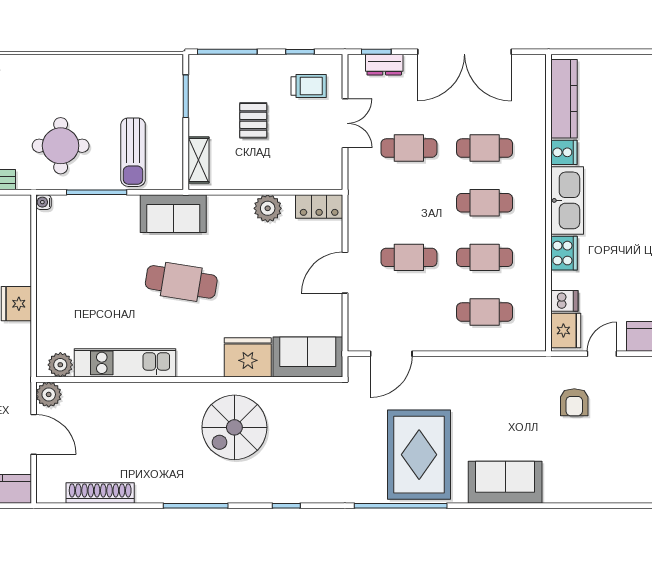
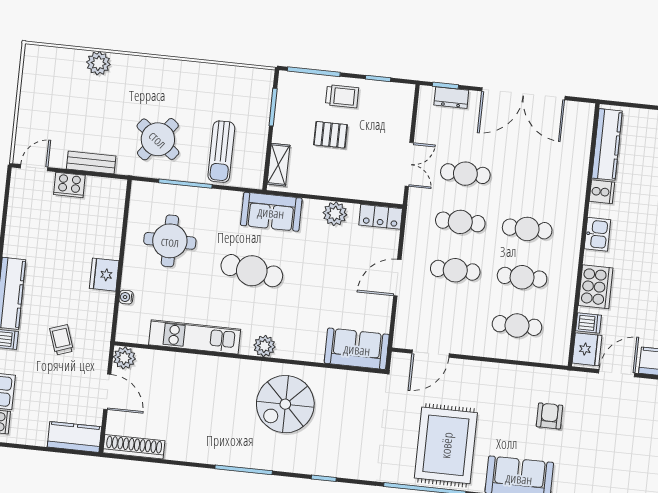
trolley: (309, 86) -> (342, 96), moved
pallet: (253, 120) -> (330, 135), turned 90
double door: (345, 123) -> (409, 164), moved
round table: (61, 146) -> (158, 139), turned 38
cafe table: (485, 148) -> (460, 222), moved
kitchen sink: (567, 200) -> (597, 234), width x0.53, depth x0.81
water cooler: (44, 202) -> (126, 297), moved
sofa: (173, 214) -> (271, 212), moved
cooker: (564, 253) -> (596, 287), width x1.37, depth x1.31
round table: (86, 258) -> (170, 241), added
door: (602, 354) -> (617, 373), width x1.38
fridge: (248, 357) -> (304, 344), removed
plant: (60, 365) -> (264, 346), moved
armchair: (574, 402) -> (549, 416), moved, turned 180
shoe rack: (100, 493) -> (134, 447), moved

